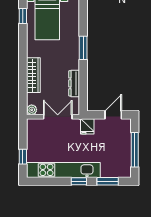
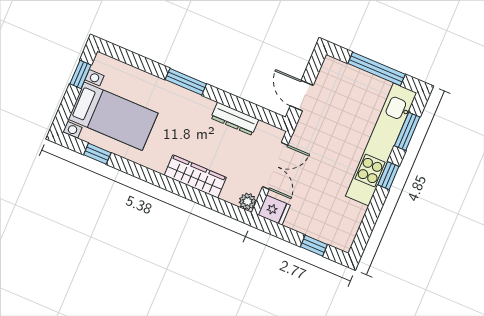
door: (113, 115) -> (302, 96), moved
double door: (58, 117) -> (275, 166), swing flipped
fridge: (87, 126) -> (274, 210), moved
kitchen unit: (63, 170) -> (381, 144), moved

